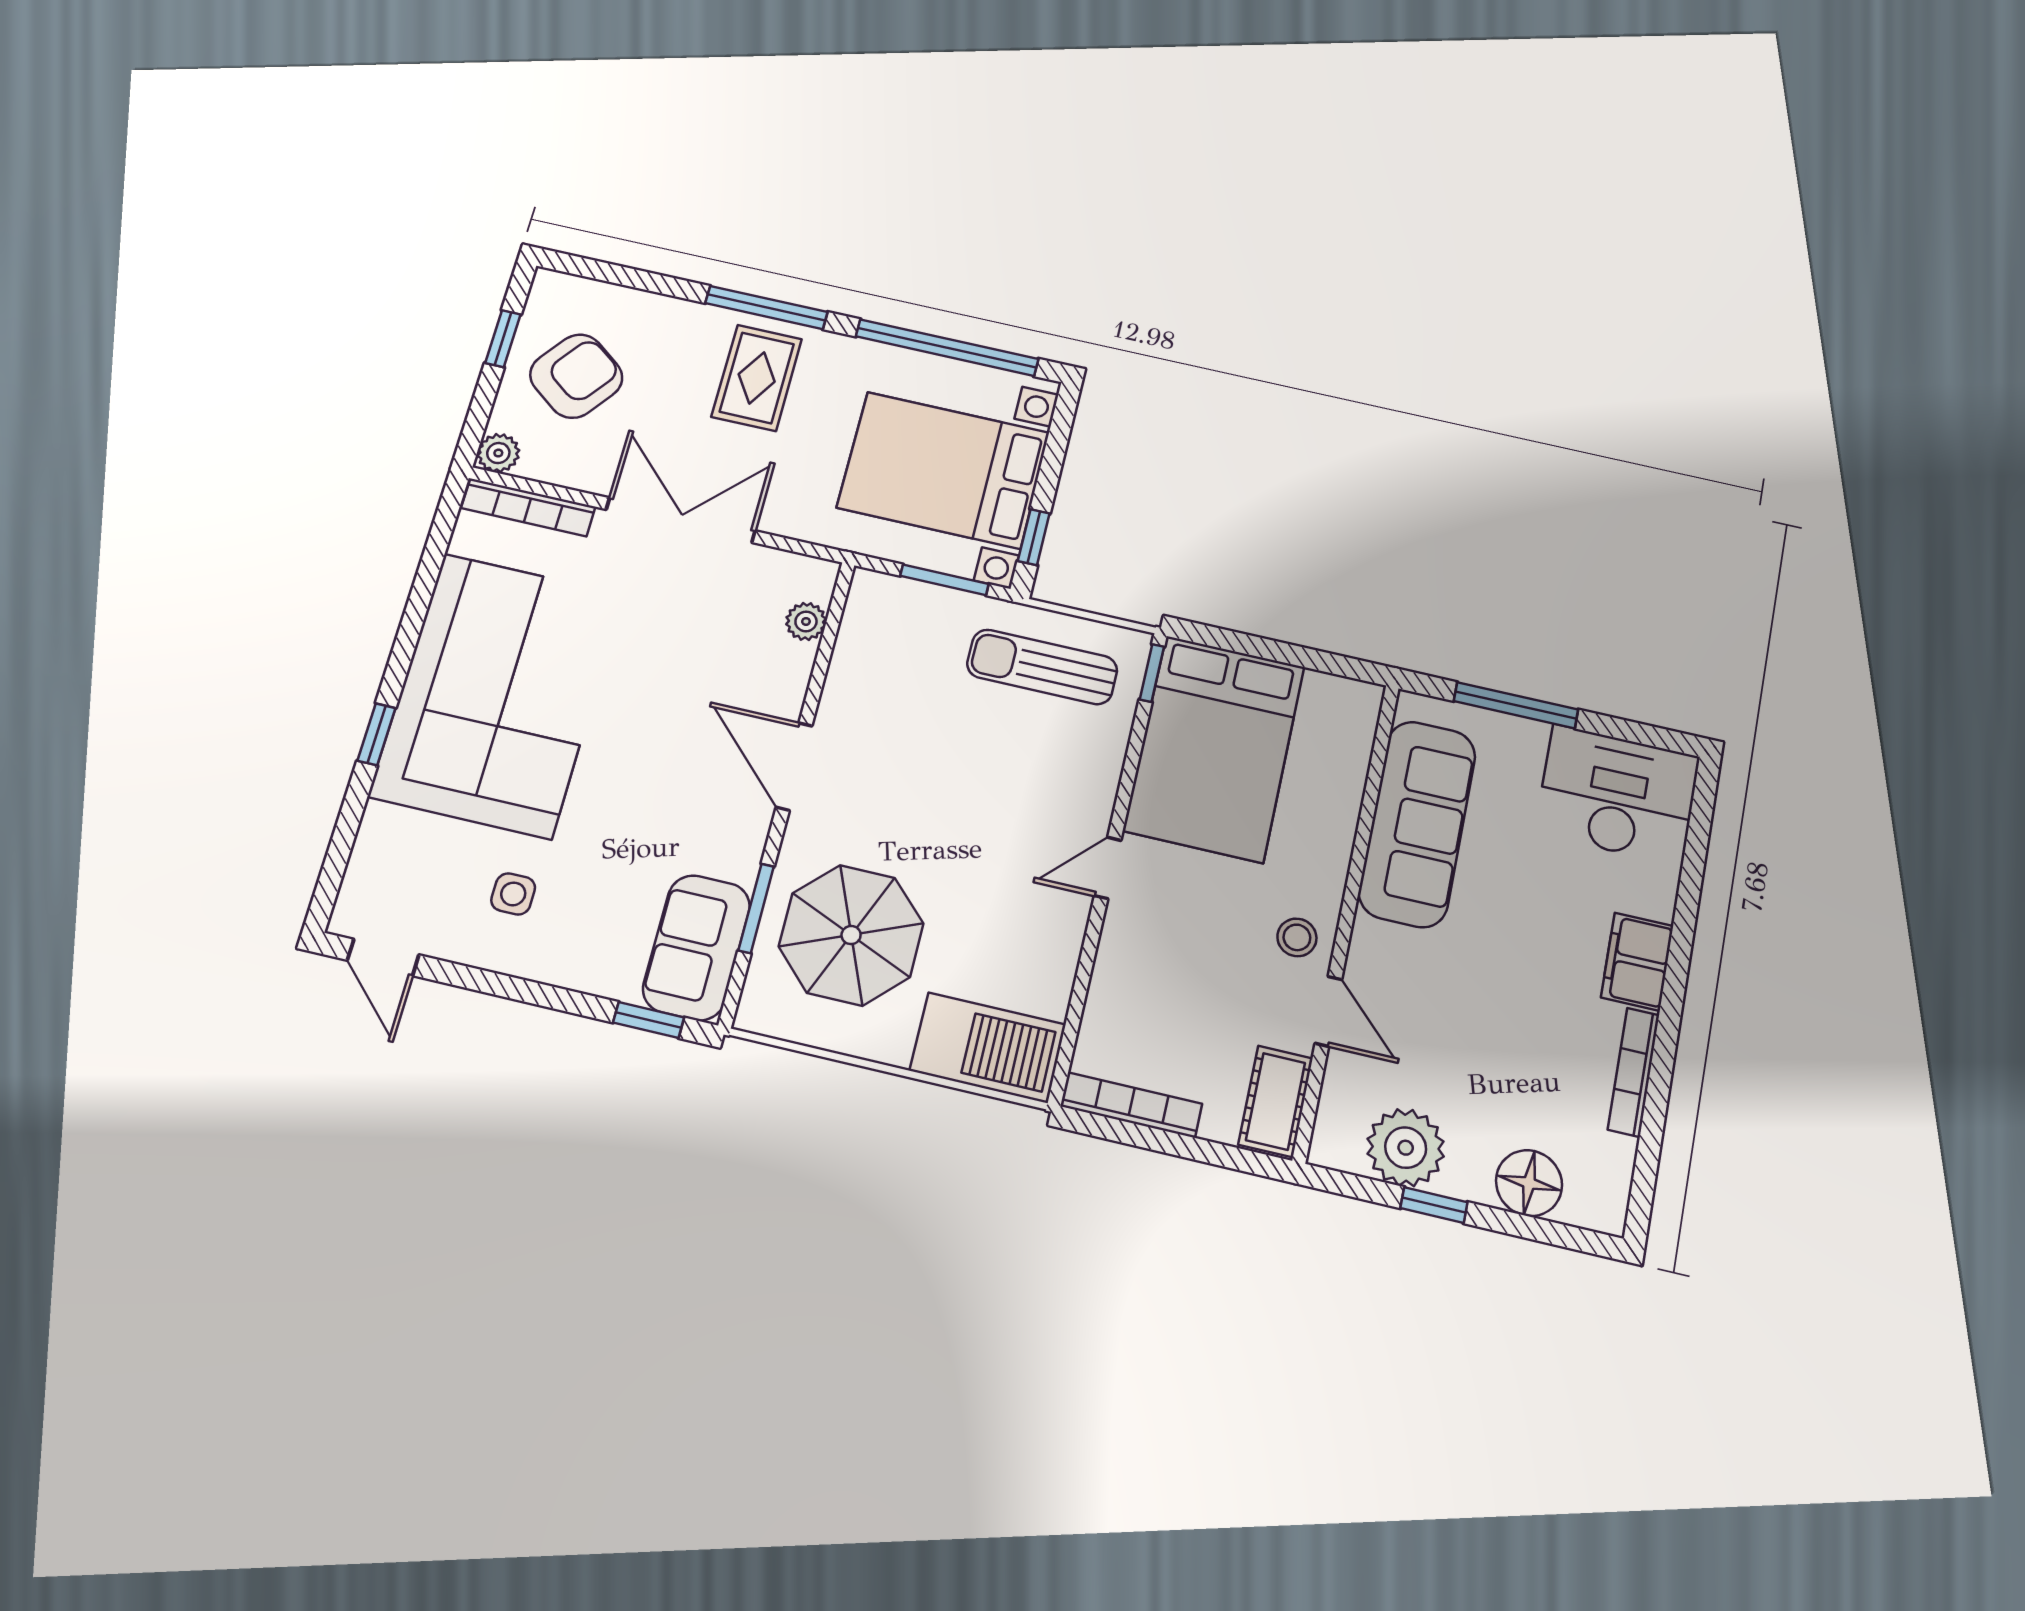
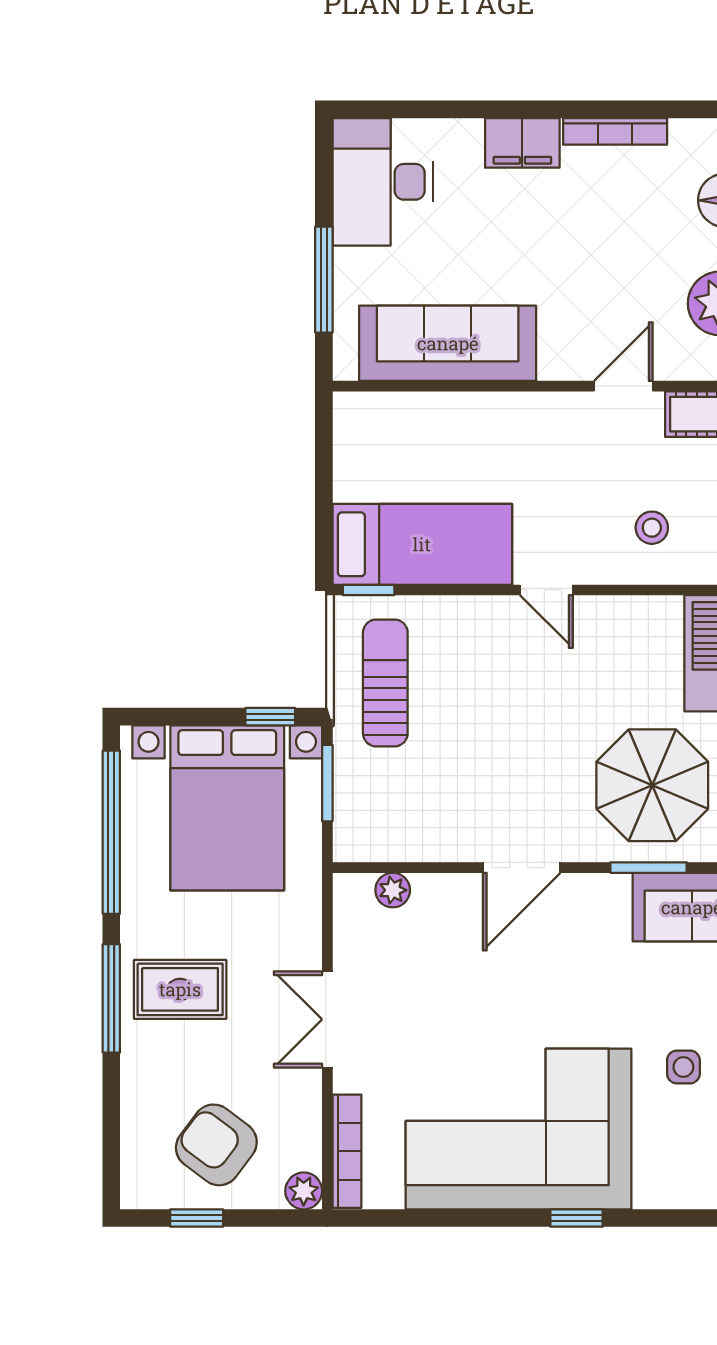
double door: (681, 520) -> (327, 1019), width x0.73
sun lounger: (1042, 667) -> (385, 683), turned 180
bed: (1214, 748) -> (422, 544), width x0.67
stool: (1297, 937) -> (652, 528), moved

